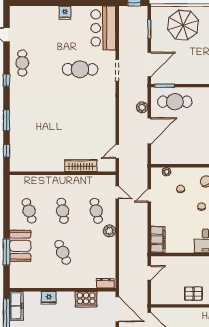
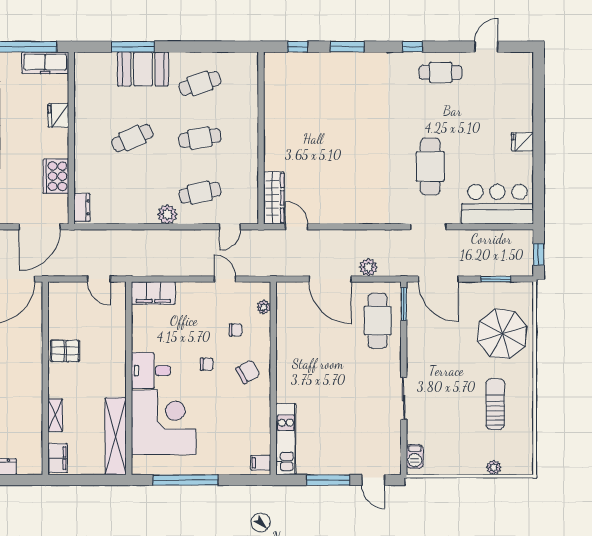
wardrobe: (81, 165) -> (274, 198), moved
pallet: (193, 294) -> (65, 351), turned 90

